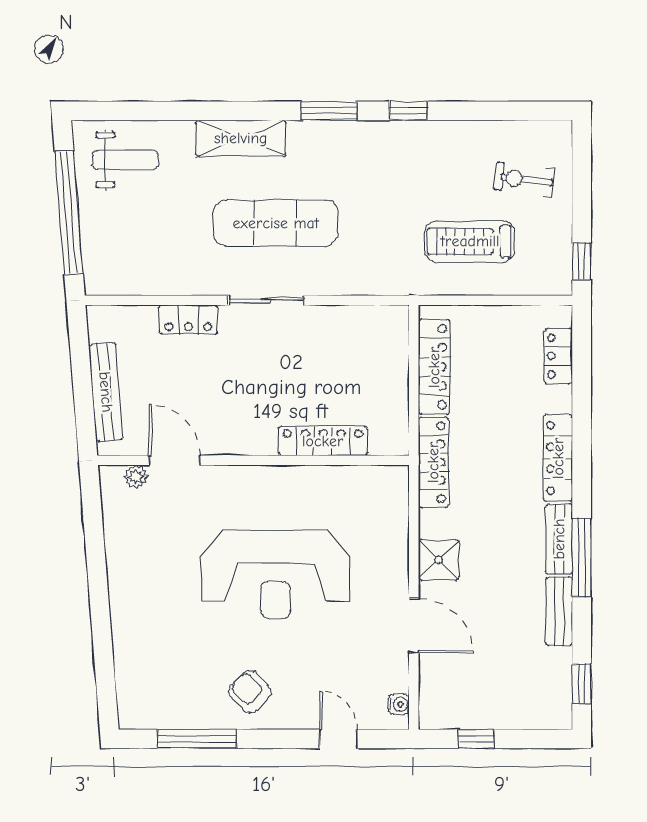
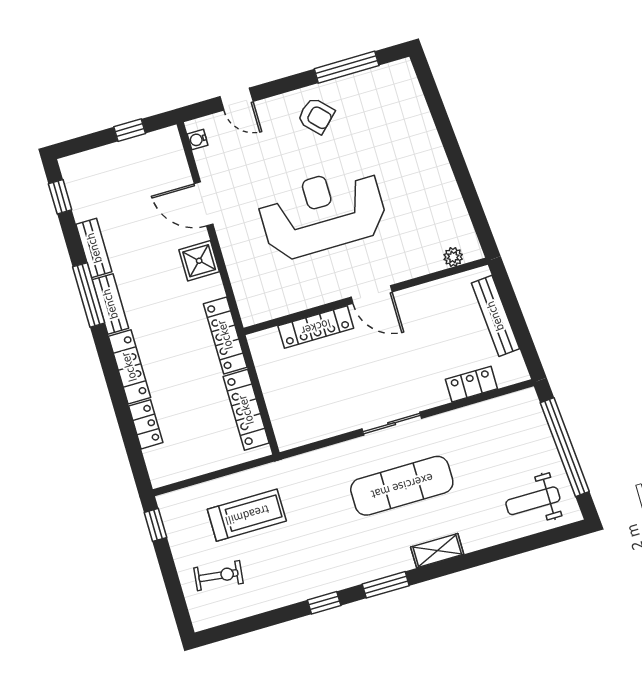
shelving: (241, 138) -> (437, 551), width x0.67, depth x0.75
locker: (188, 320) -> (471, 384), moved
locker: (558, 356) -> (146, 424), moved
door: (174, 460) -> (372, 295), moved

